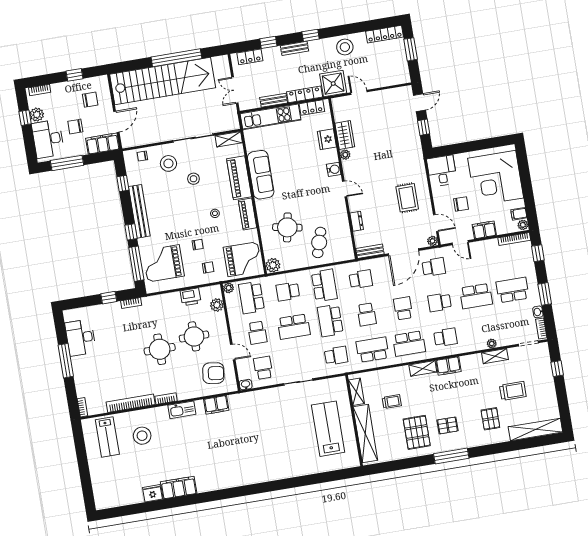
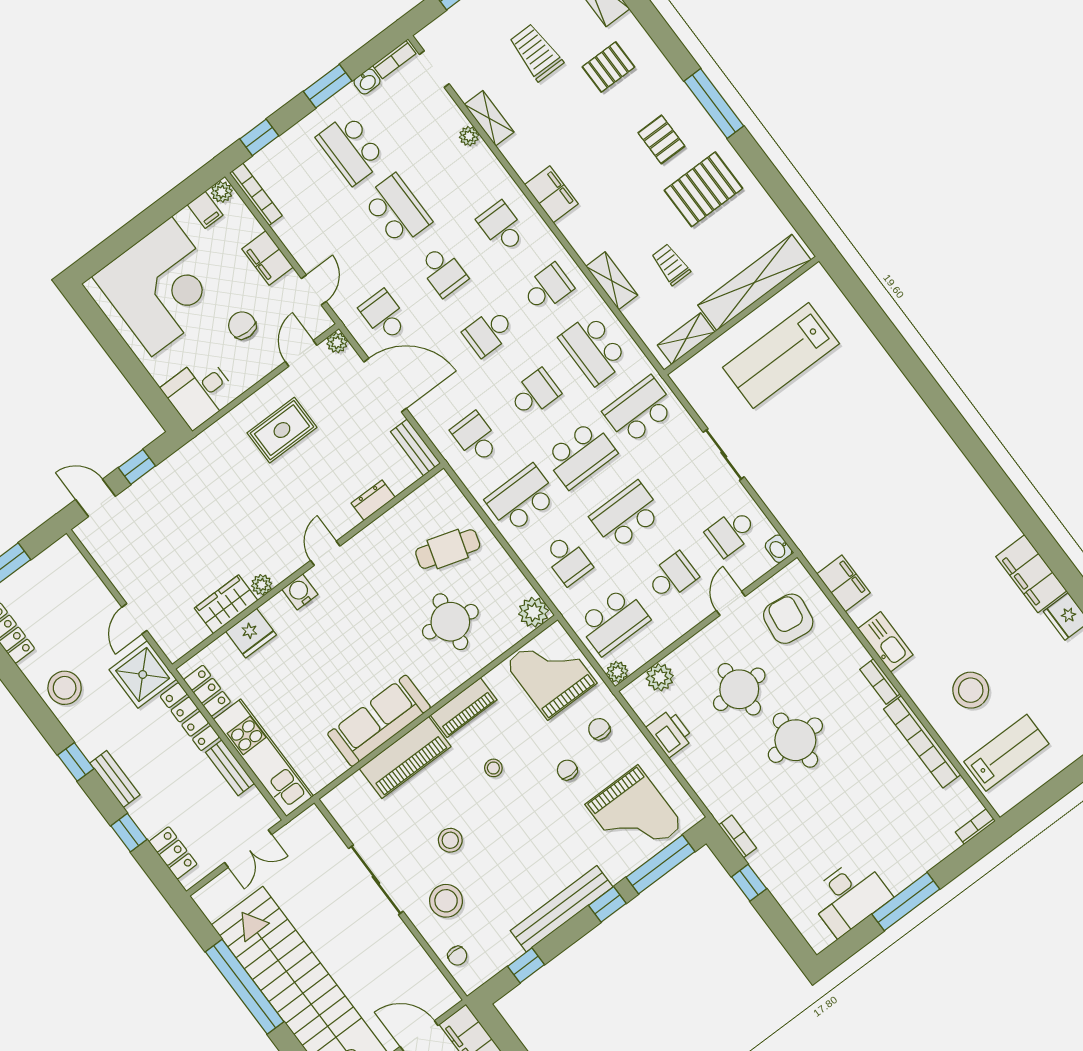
shelving: (229, 139) -> (344, 813), removed
school desk: (294, 327) -> (626, 516), turned -90
school desk: (409, 343) -> (548, 288), width x0.54
school desk: (336, 356) -> (639, 410), width x1.85
shelving: (423, 368) -> (612, 281), moved

